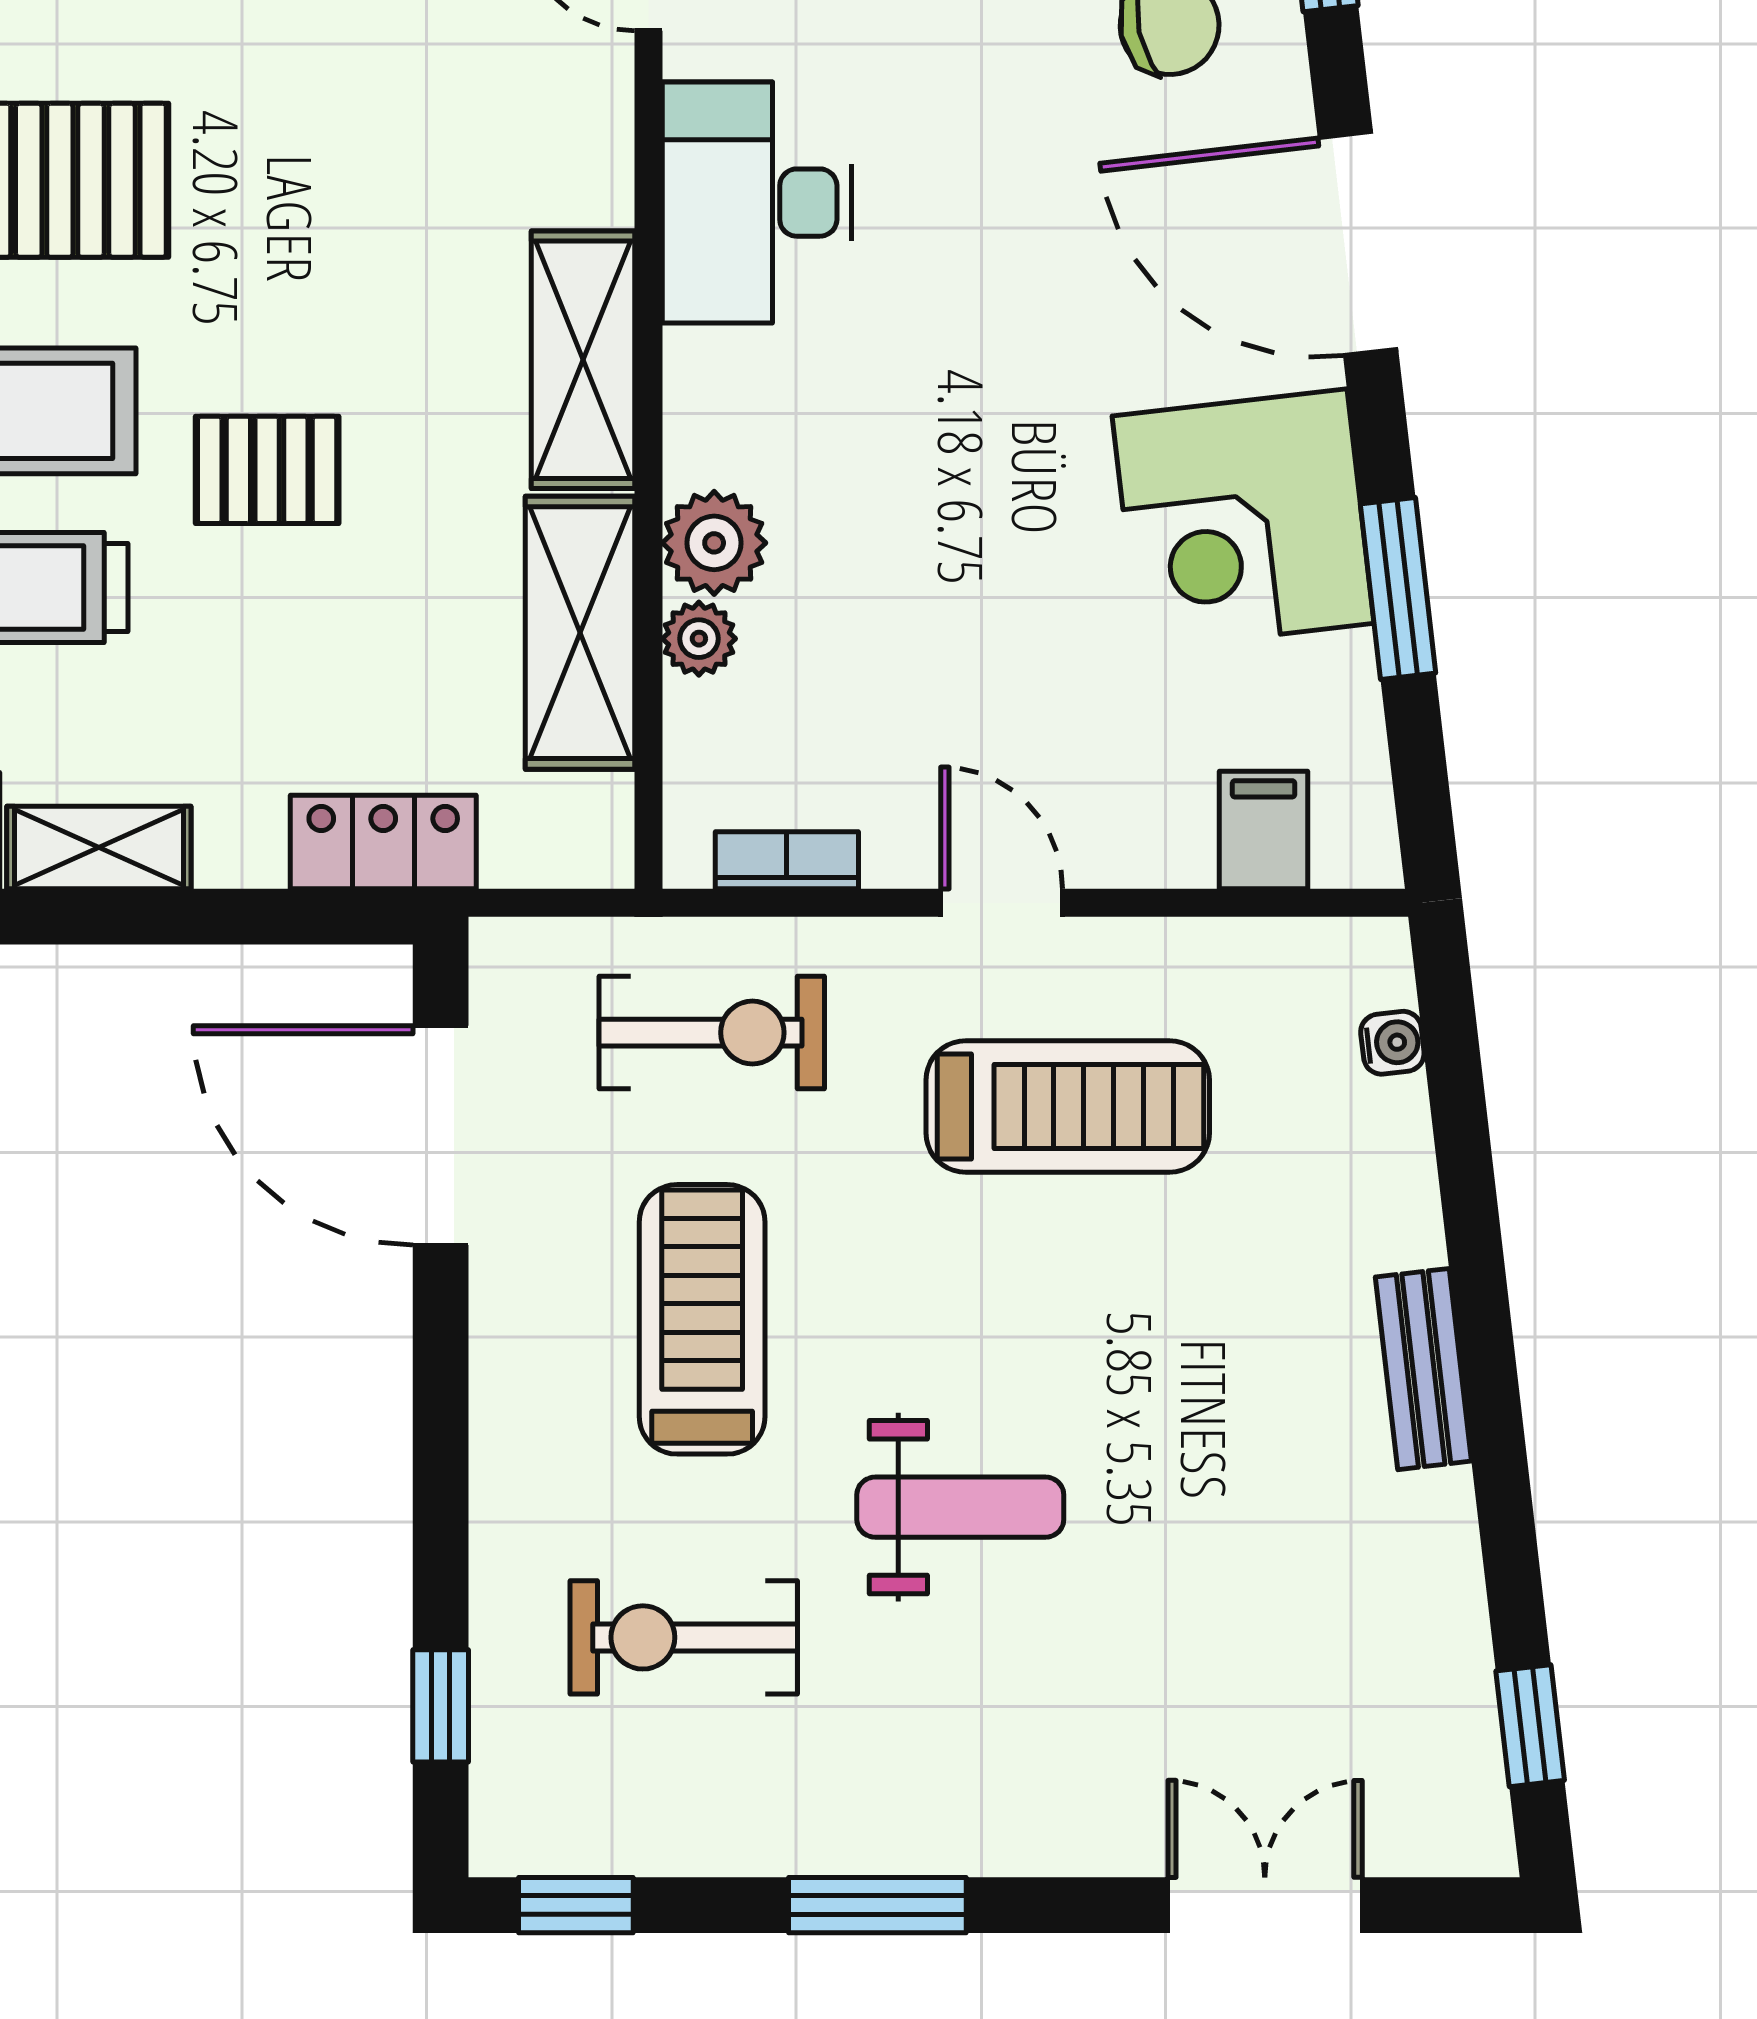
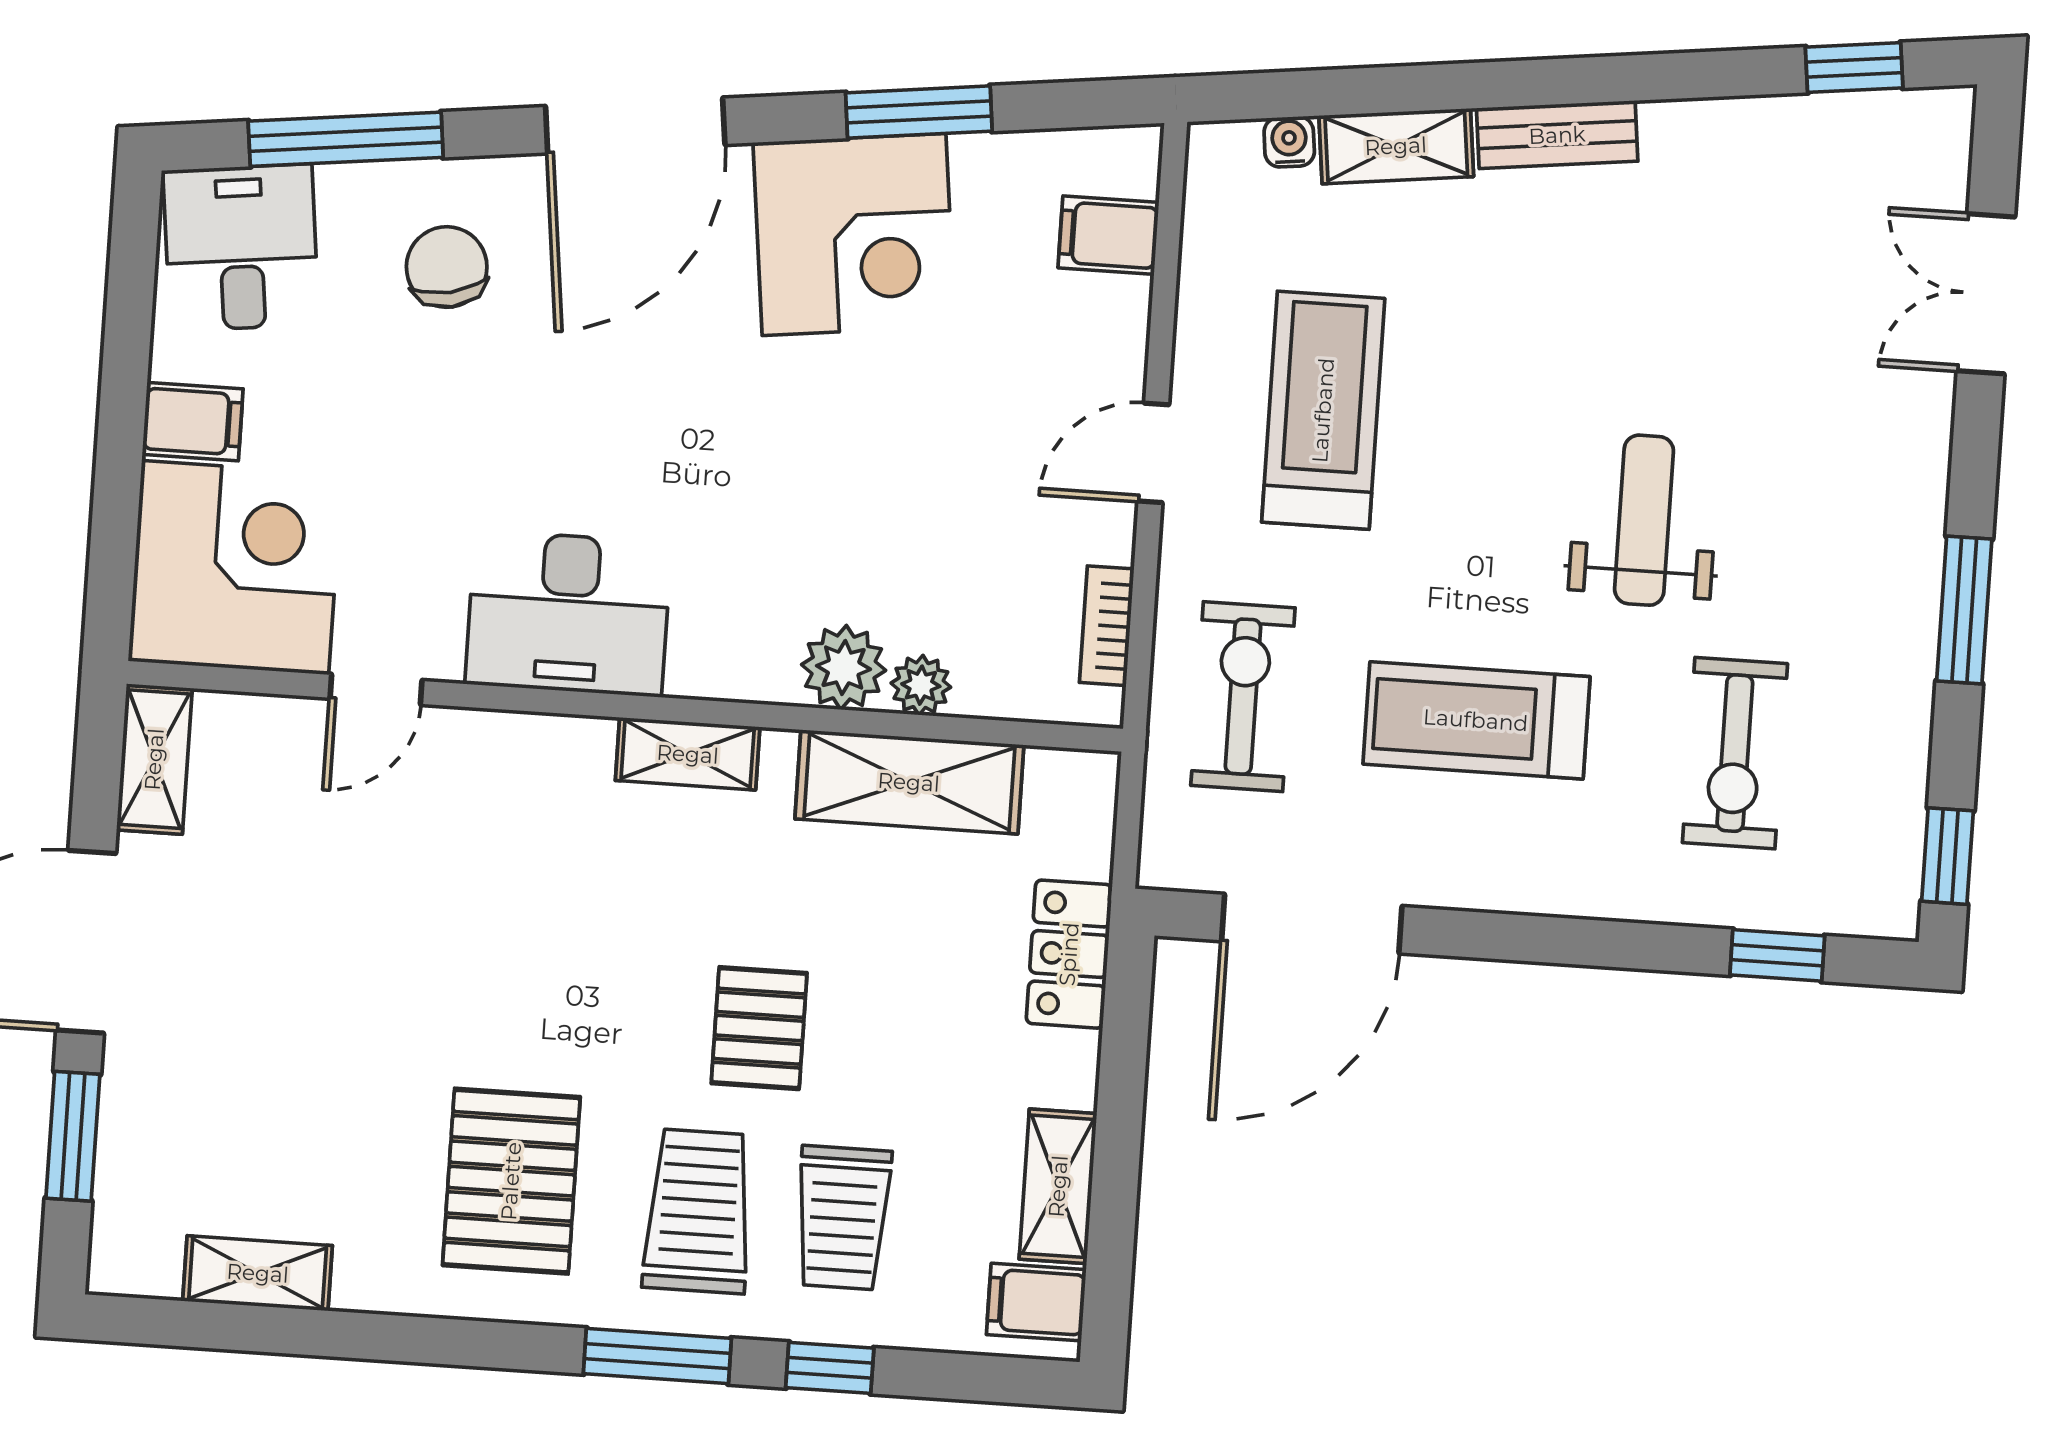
shelving: (583, 360) -> (688, 754), width x0.67, depth x0.75
shelving: (1396, 1174) -> (1396, 146), added

